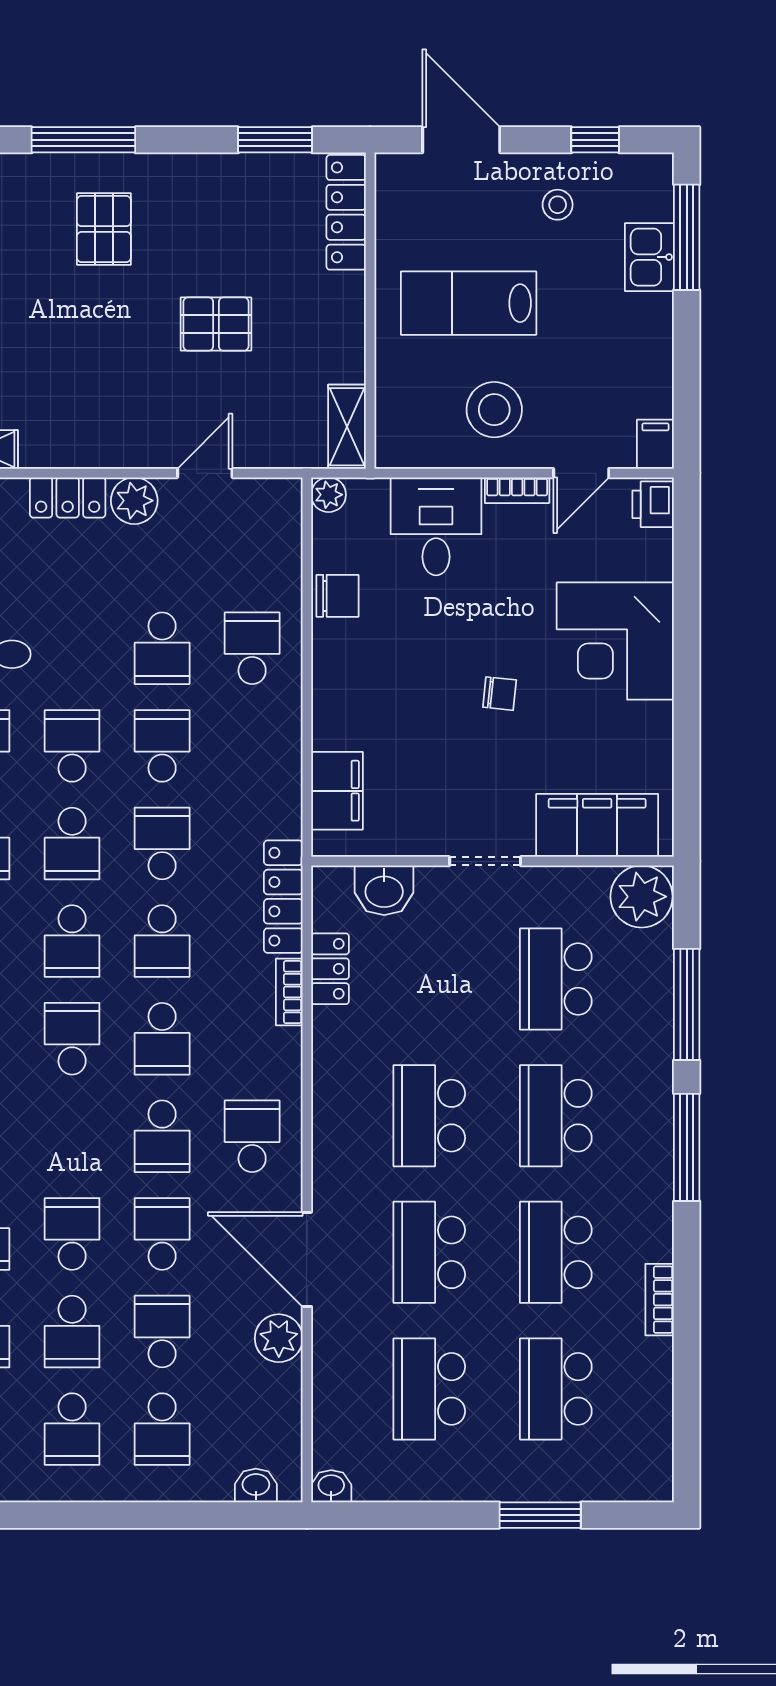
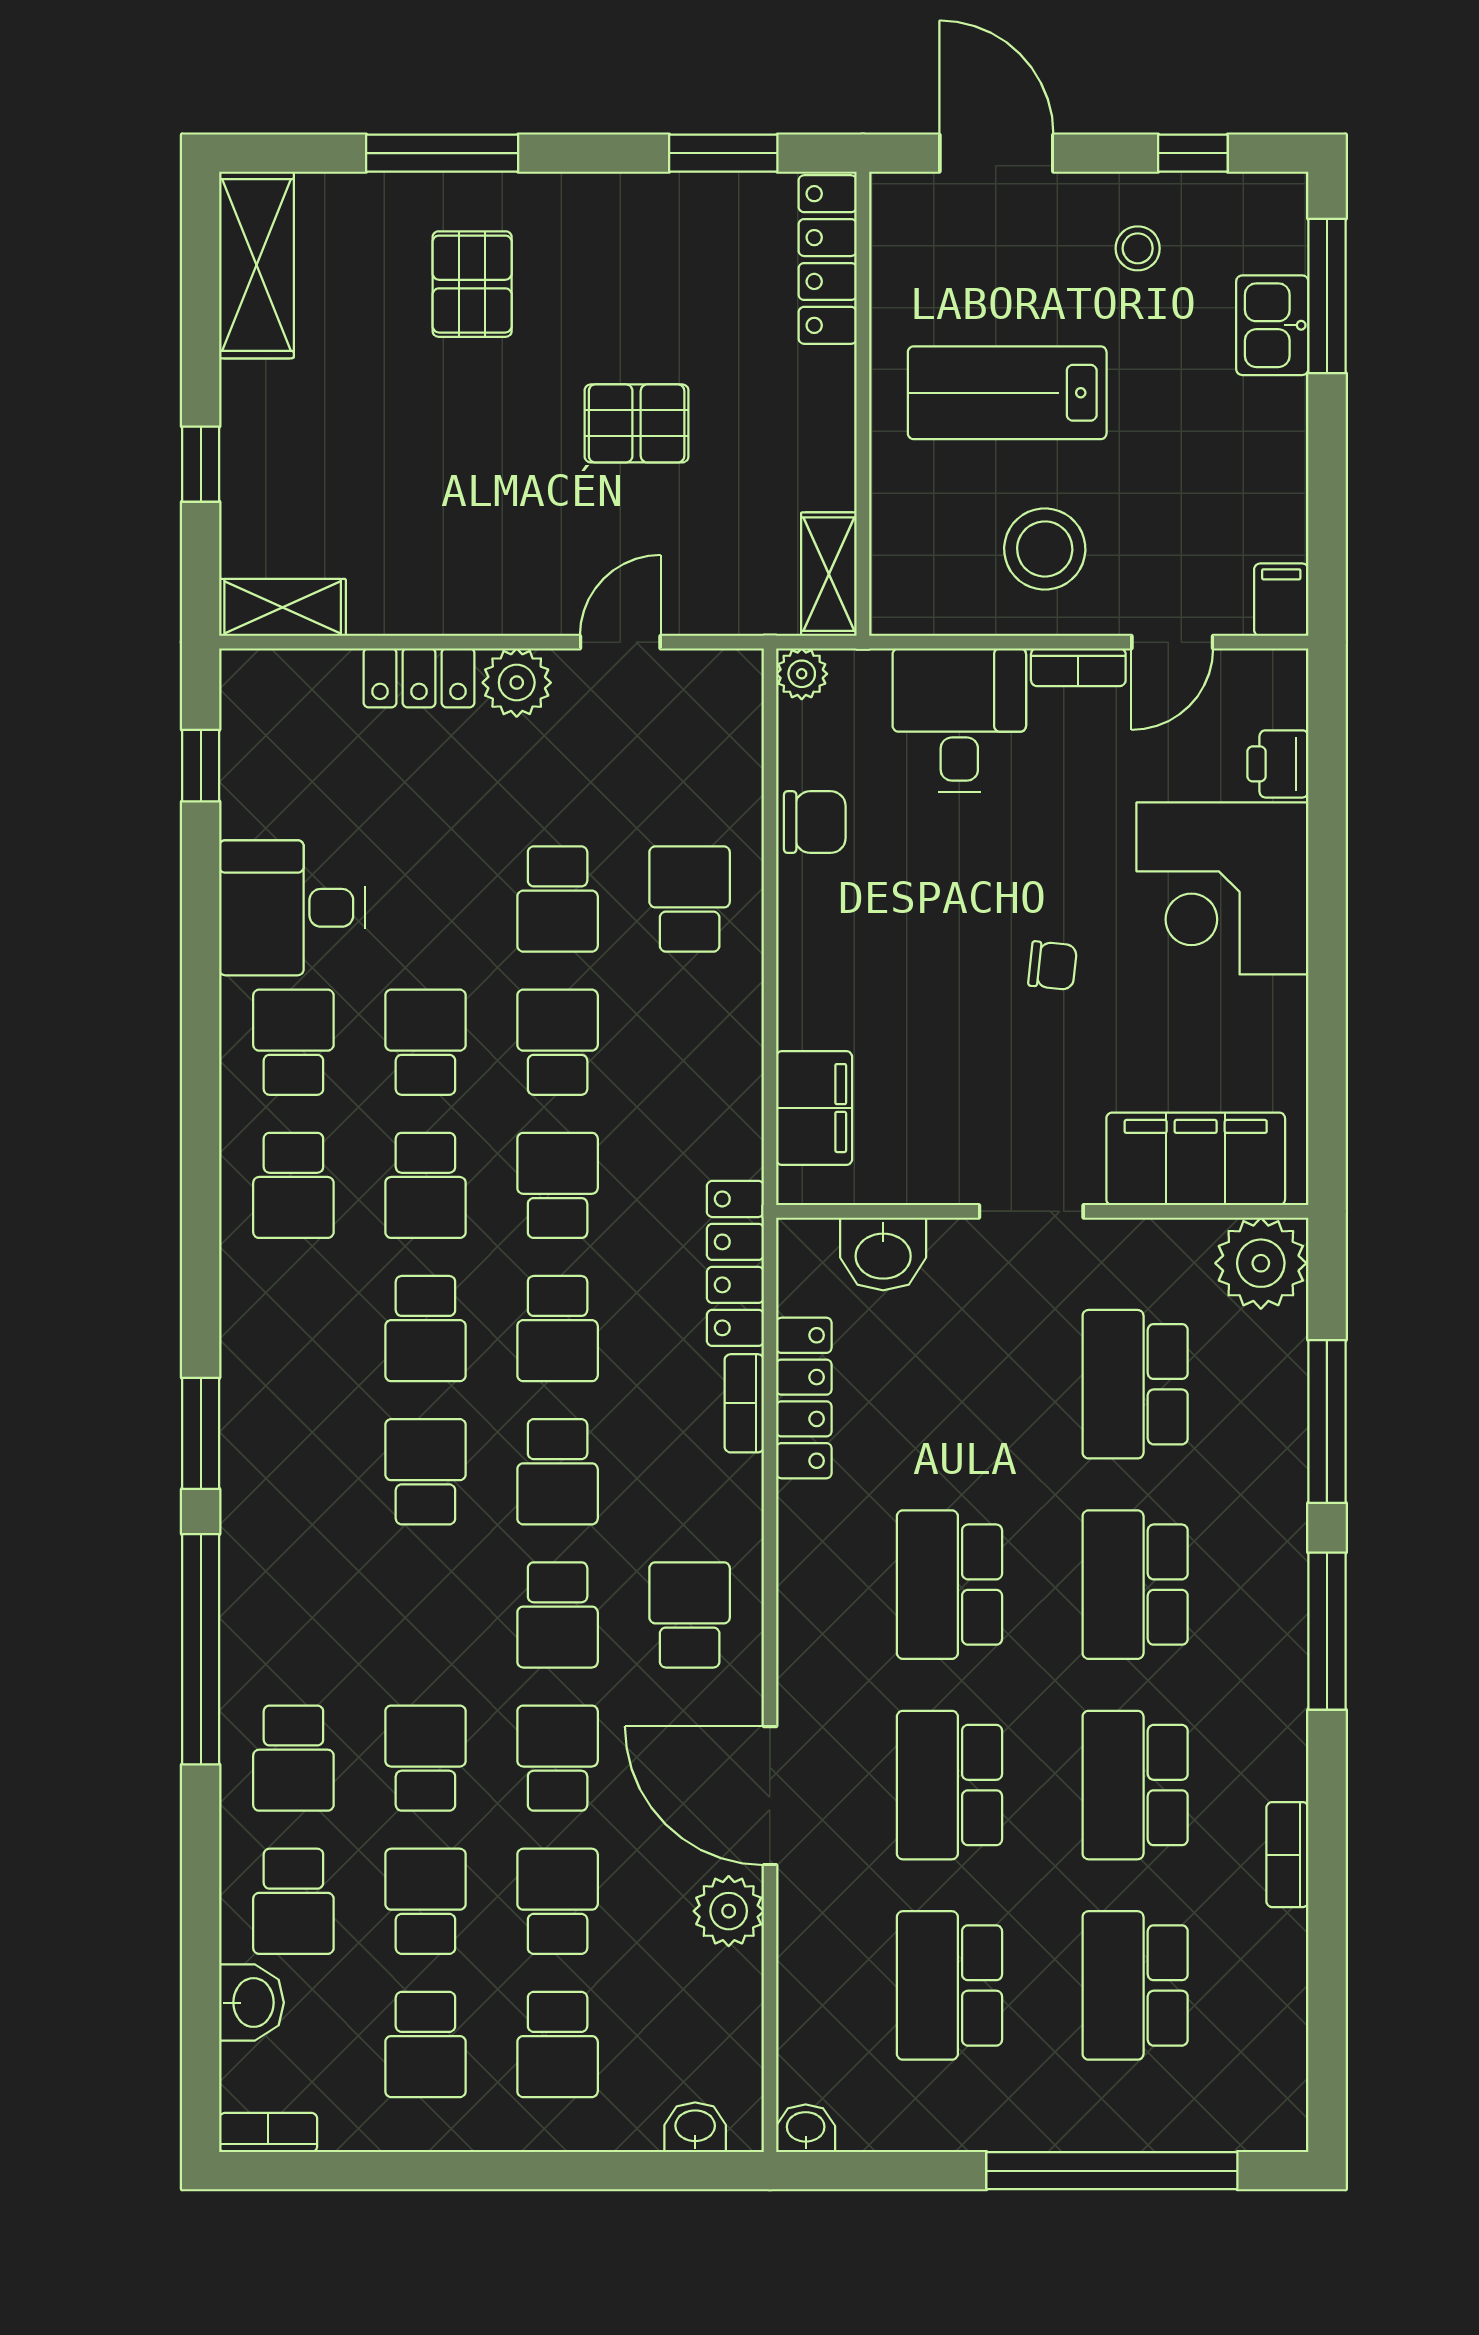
printer: (653, 504) -> (1278, 764), moved
locker: (330, 969) -> (804, 1398), width x1.53
school desk: (72, 1332) -> (425, 1901), turned 180
window: (540, 1515) -> (1112, 2171), width x2.11

